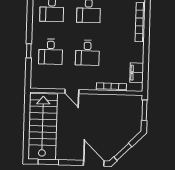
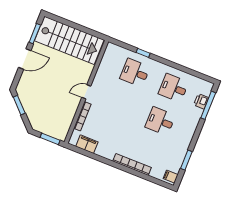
desk: (87, 53) -> (122, 106), removed
door: (72, 91) -> (86, 92), moved
door: (94, 163) -> (25, 59), moved

